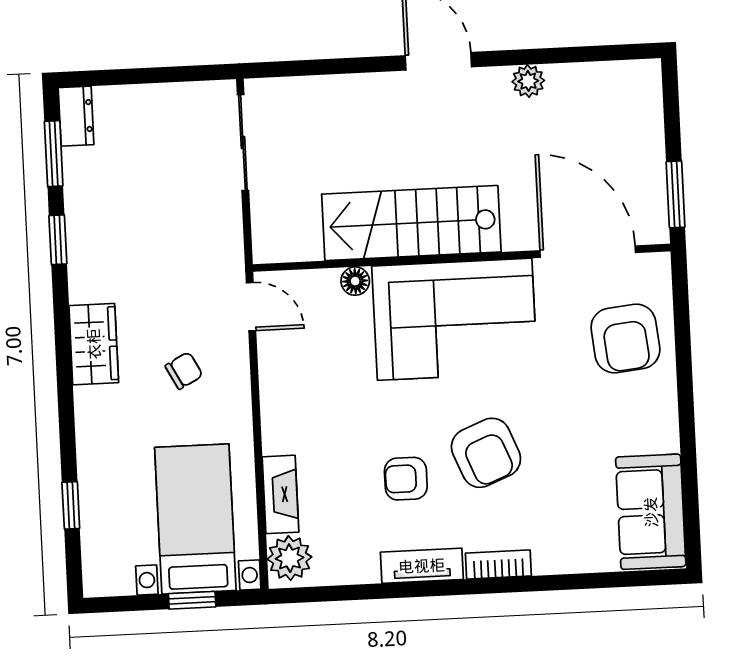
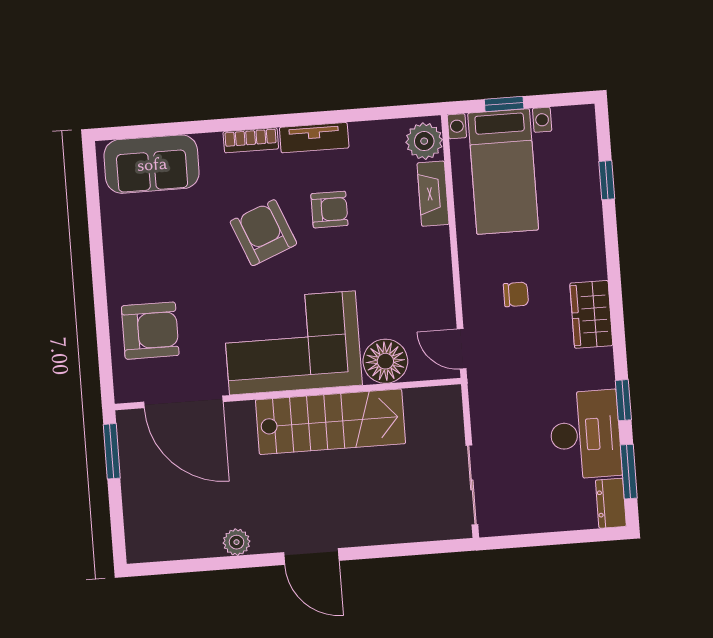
desk: (105, 200) -> (585, 435), added
floor lamp: (355, 281) -> (385, 361), width x1.89, depth x1.89
armchair: (625, 338) -> (150, 331), turned 96
chair: (184, 371) -> (516, 294), turned -152
sofa: (651, 512) -> (152, 164), moved, turned 90

